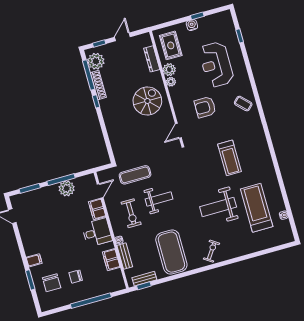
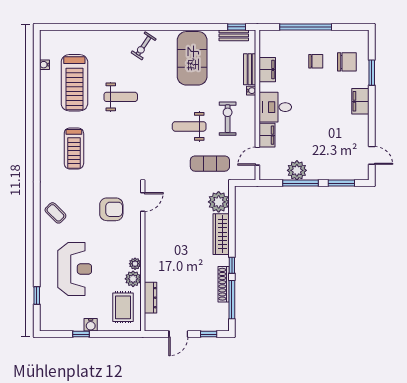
plant: (96, 61) -> (219, 202), moved
spiral stairs: (147, 101) -> (170, 248), removed
armchair: (205, 107) -> (111, 209), moved
wardrobe: (111, 123) -> (221, 234), added
treadmill: (230, 158) -> (74, 148), moved, turned 180
weight bench: (218, 207) -> (121, 97), width x0.73, depth x0.75
filing cabinet: (34, 260) -> (360, 101), width x2.00
chair: (52, 283) -> (347, 62), turned 90

